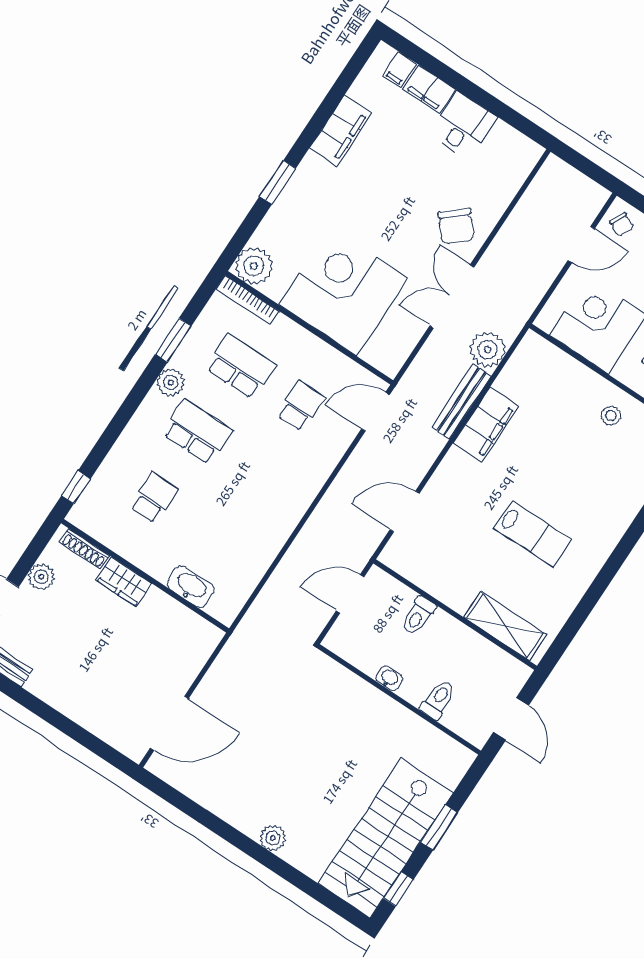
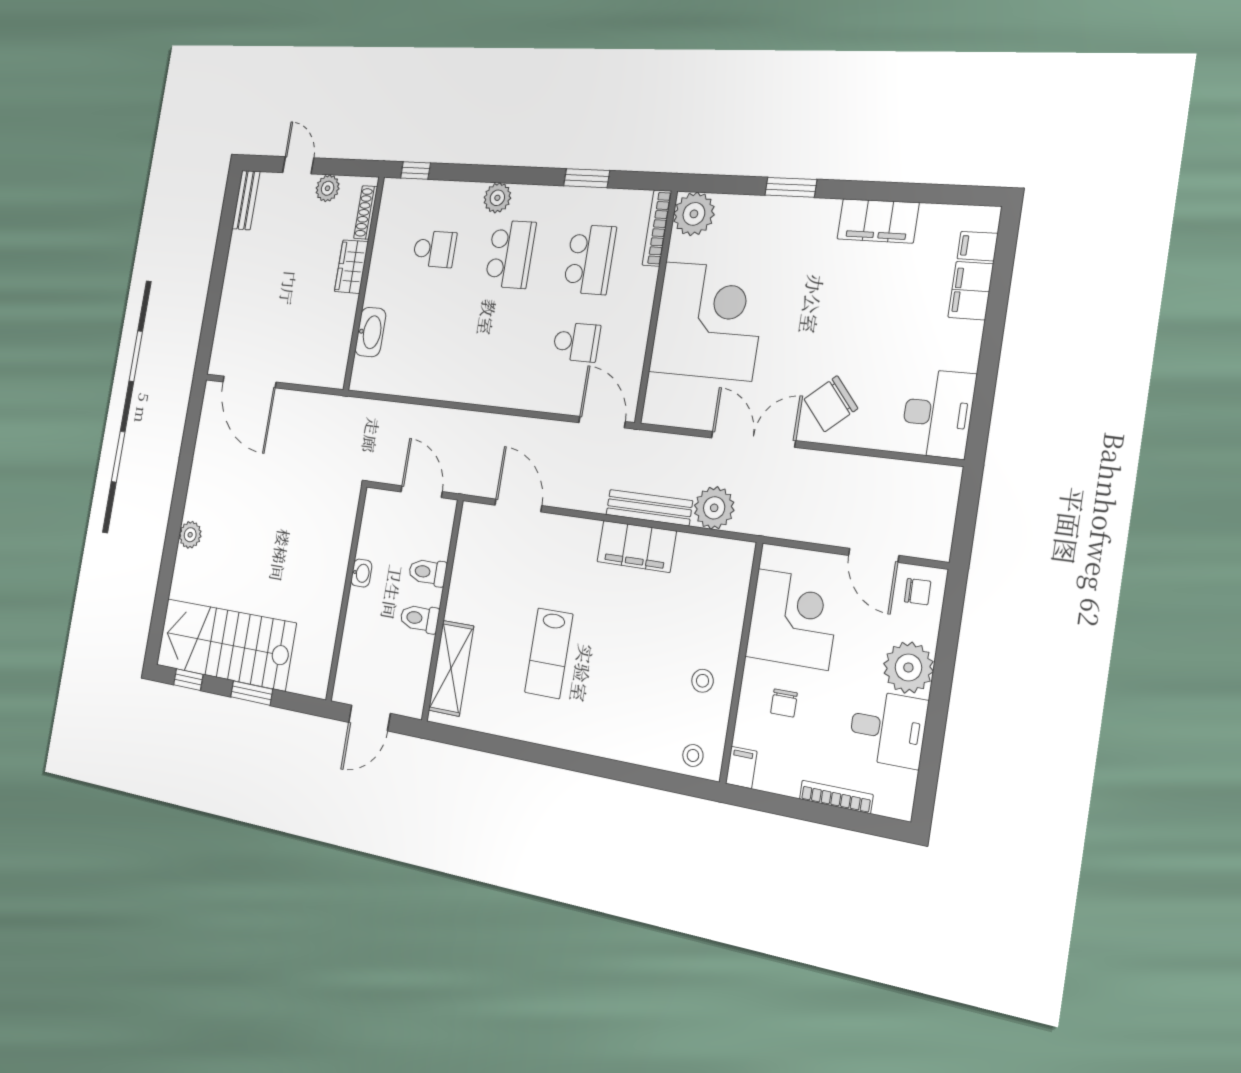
desk: (463, 126) -> (938, 414), moved, width x1.37
chair: (622, 225) -> (918, 592), turned -117
plant: (171, 382) -> (497, 198), moved
toilet: (438, 699) -> (419, 618), moved, turned 180

